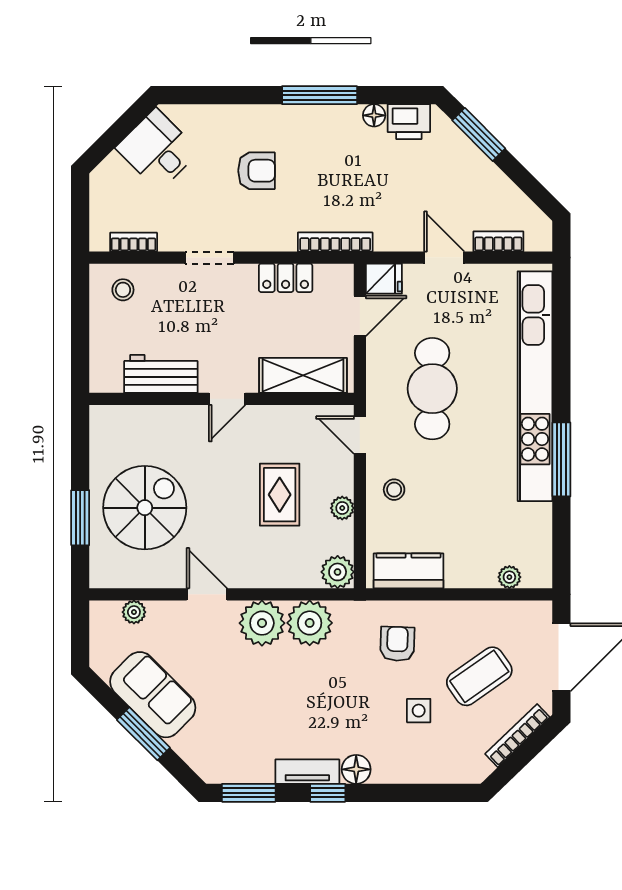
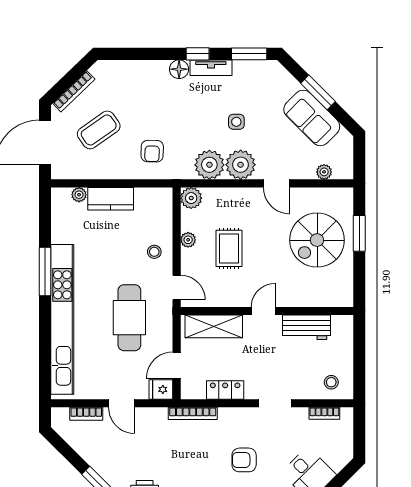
kitchen counter: (409, 571) -> (111, 199), moved
side table: (419, 711) -> (236, 122), moved

